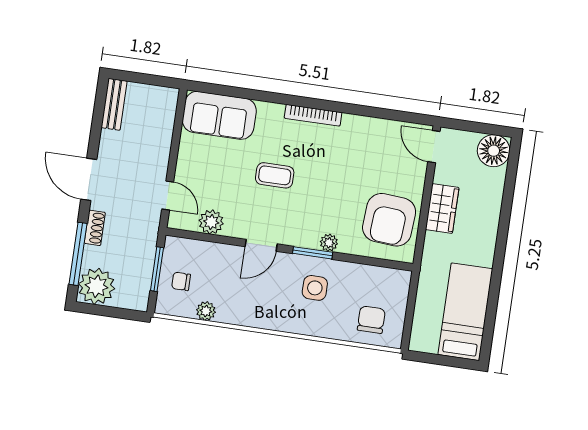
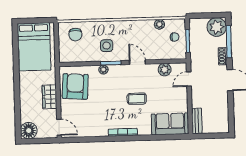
bench: (114, 104) -> (197, 121), moved
door: (168, 195) -> (189, 79), hinge flipped
door: (261, 245) -> (137, 62), hinge flipped
bed: (465, 312) -> (34, 47), width x1.50

